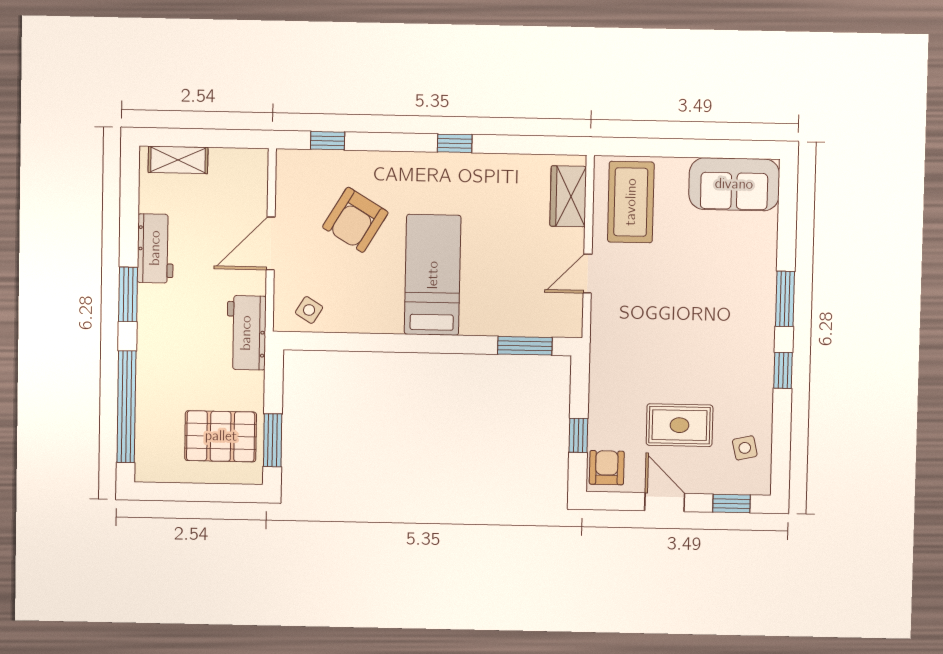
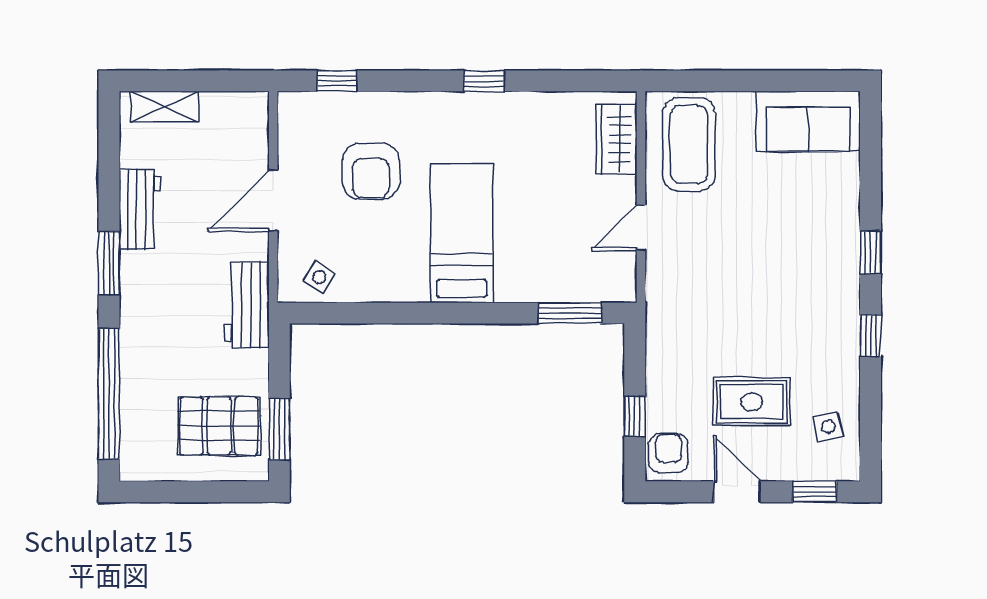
armchair: (355, 220) -> (371, 171), turned -31
window: (785, 299) -> (870, 252), width x0.67

